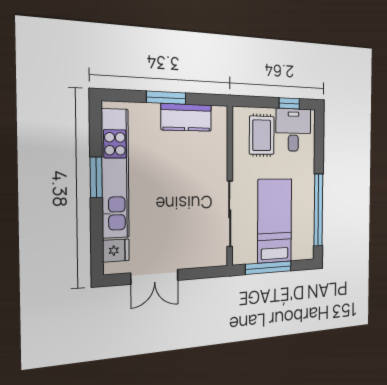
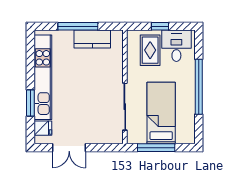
window: (166, 98) -> (78, 26), width x1.44
window: (289, 103) -> (160, 26), moved
window: (96, 177) -> (30, 103), moved
window: (318, 210) -> (199, 87), moved

